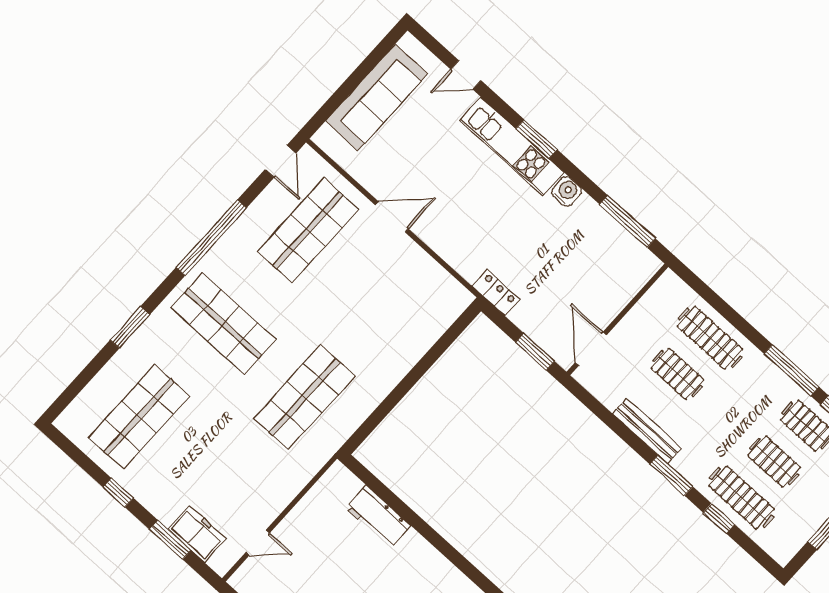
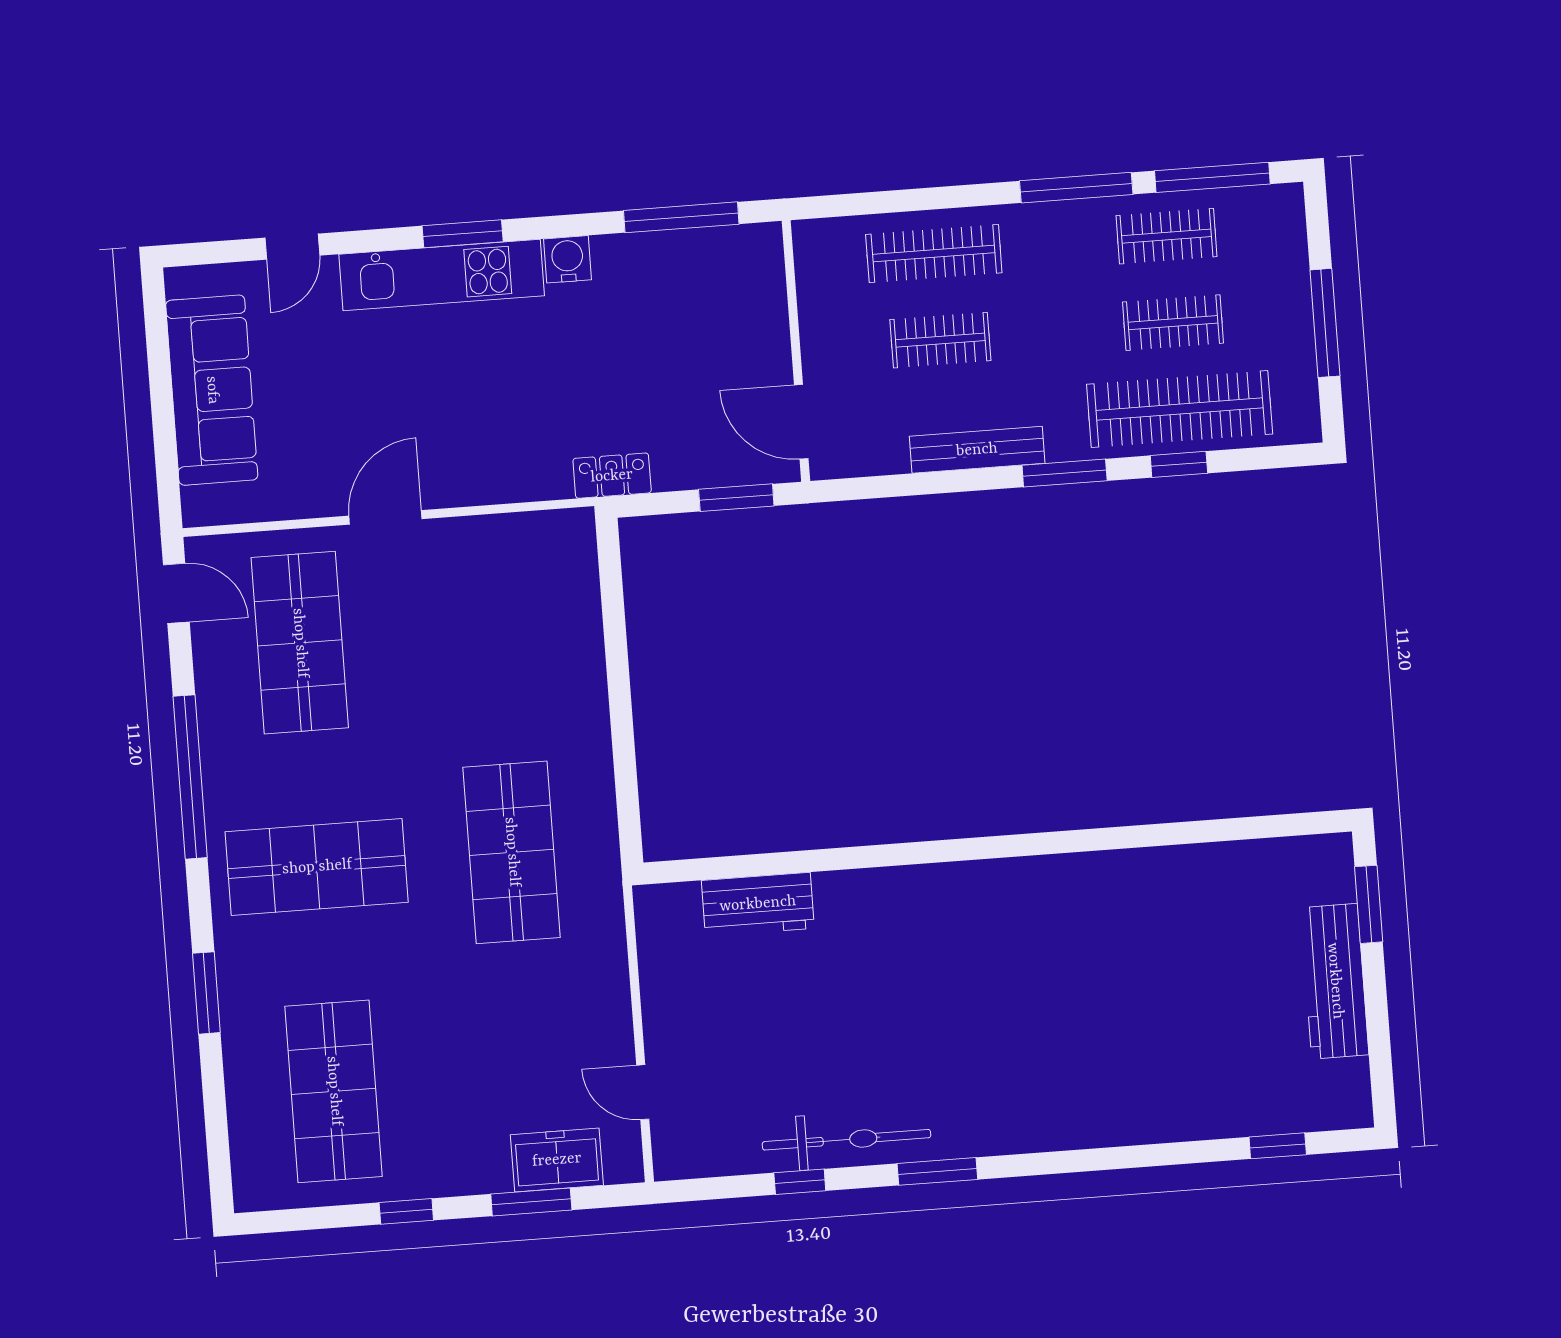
clothes rail: (742, 497) -> (1180, 409), width x1.37, depth x1.31
door: (258, 543) -> (643, 1092), swing flipped

